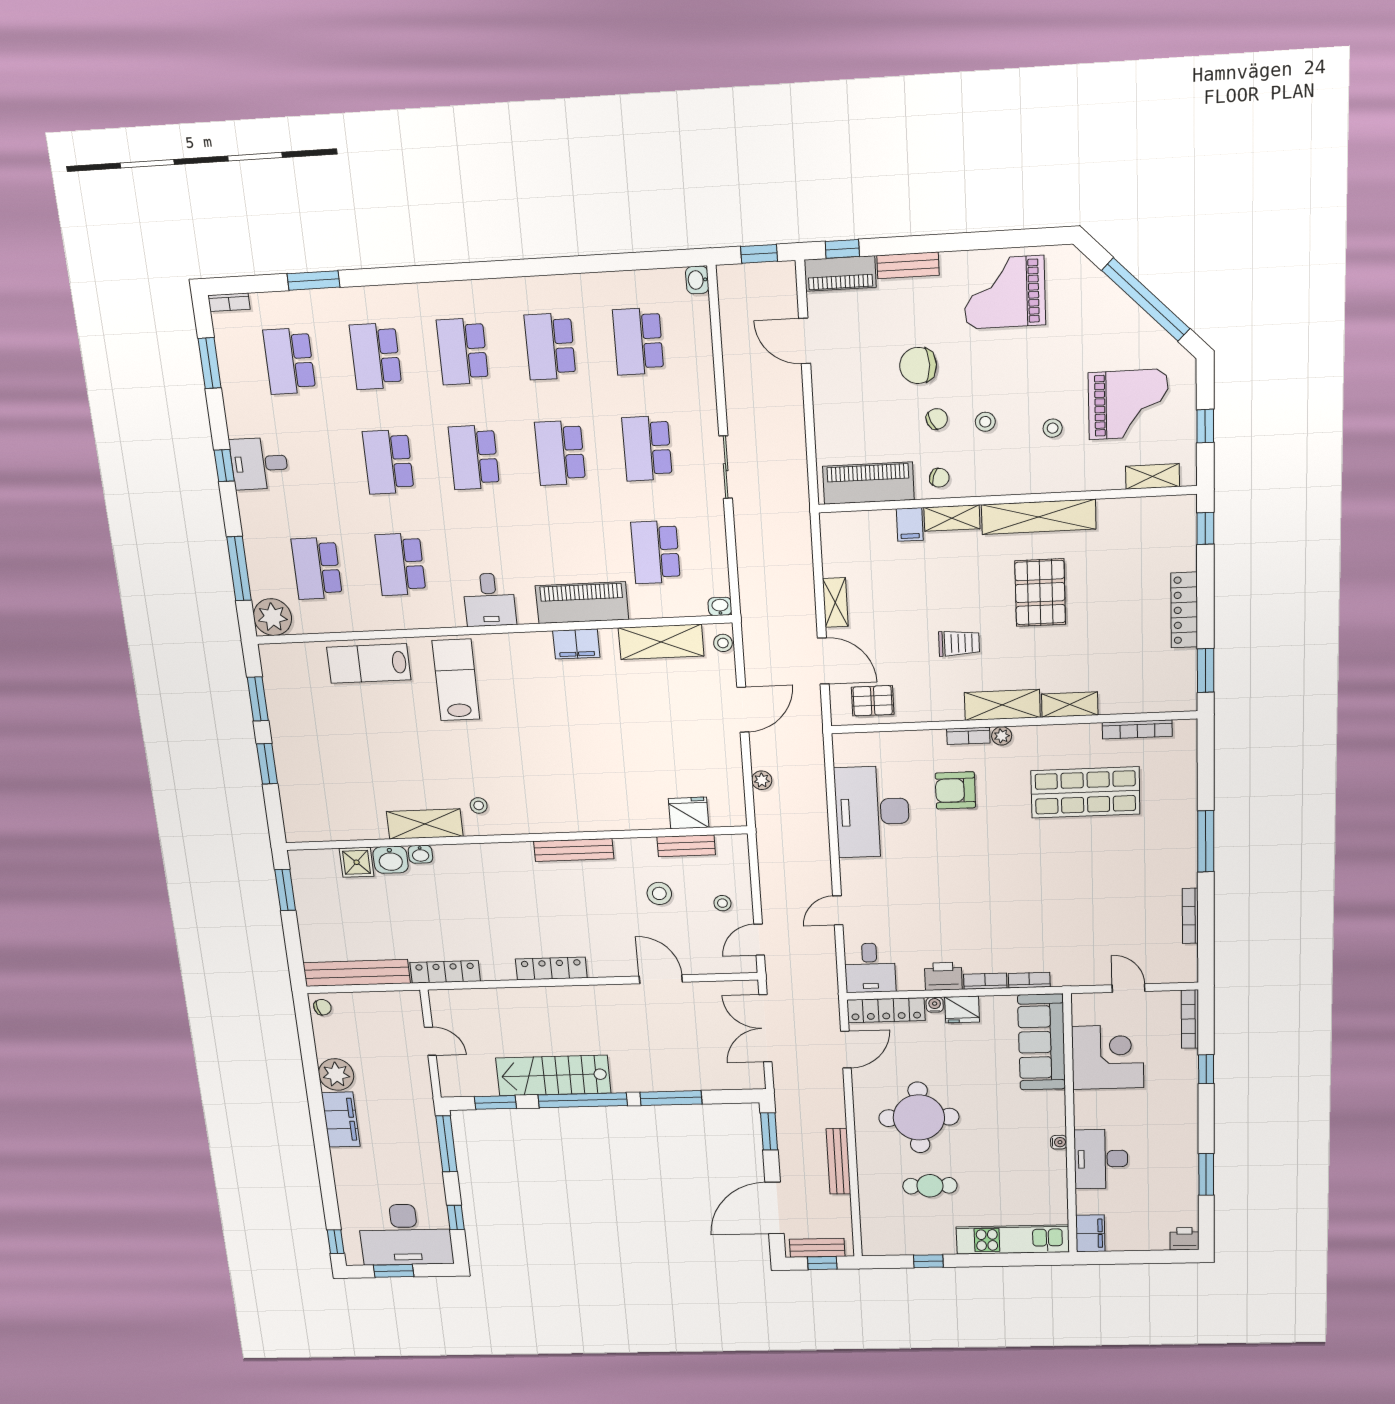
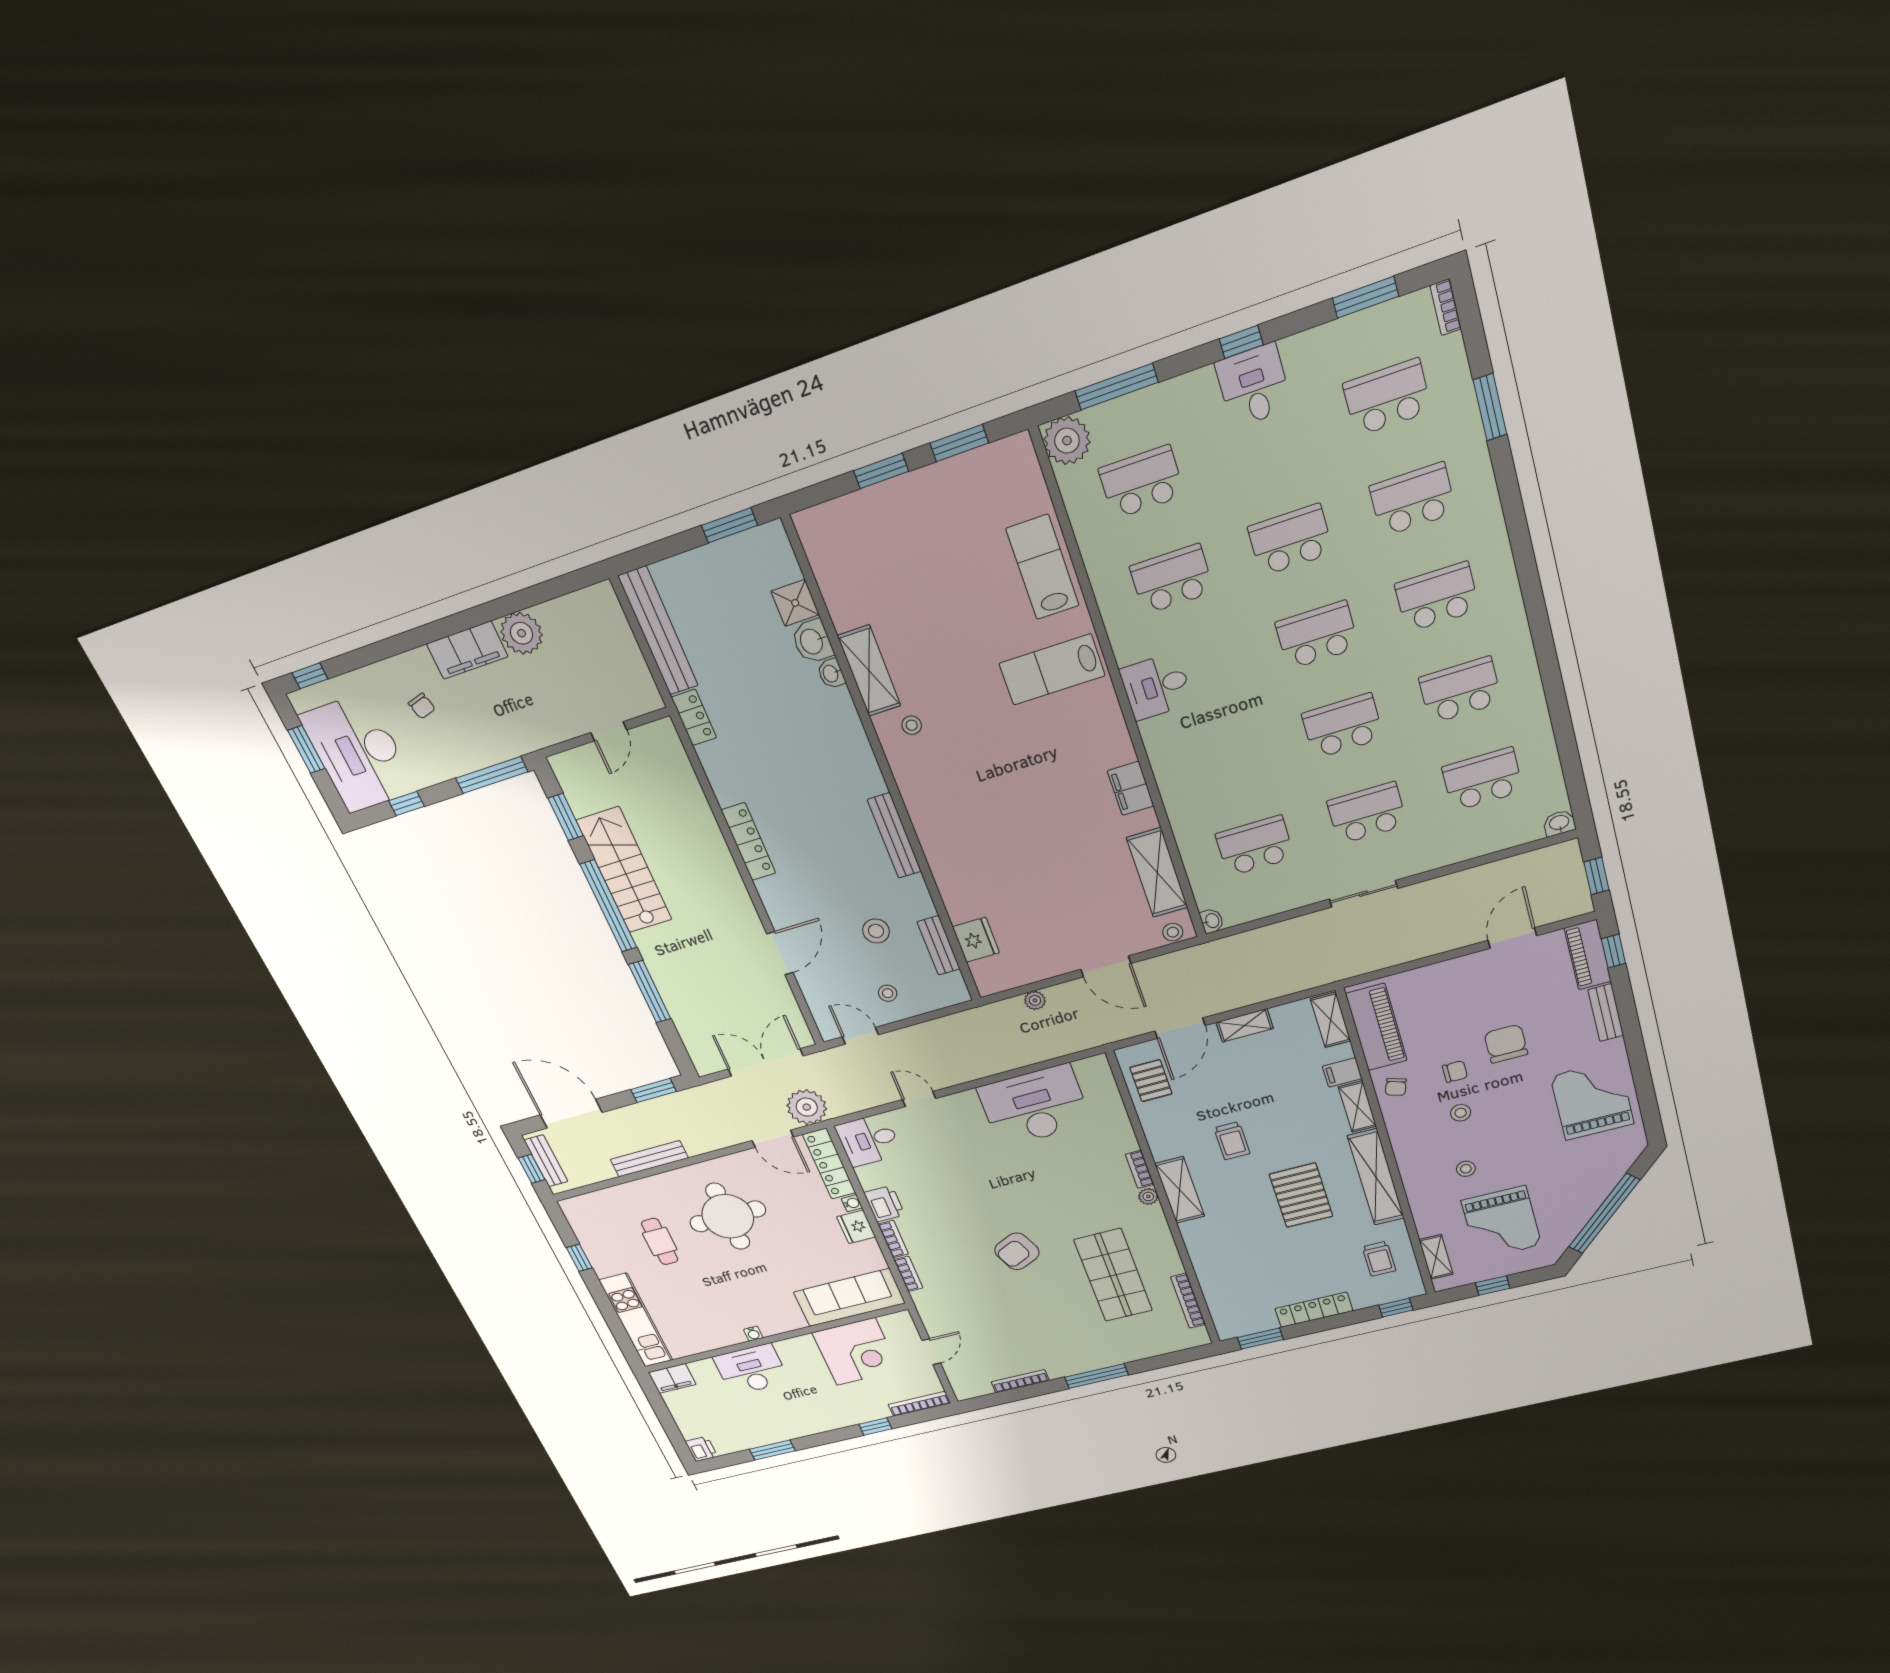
chair: (937, 419) -> (1455, 1072), turned -64
trolley: (1139, 533) -> (1379, 1259), added
pallet: (1040, 593) -> (1301, 1195), turned 90
piano: (582, 603) -> (1179, 784), removed
lab bench: (456, 680) -> (1052, 670), turned 180
shelving: (1070, 705) -> (1331, 1020), moved
armchair: (955, 790) -> (1017, 1251), moved, turned -114
locker: (445, 972) -> (694, 717), width x0.66
chair: (322, 1007) -> (422, 706), moved
plant: (820, 1009) -> (807, 1107), added

